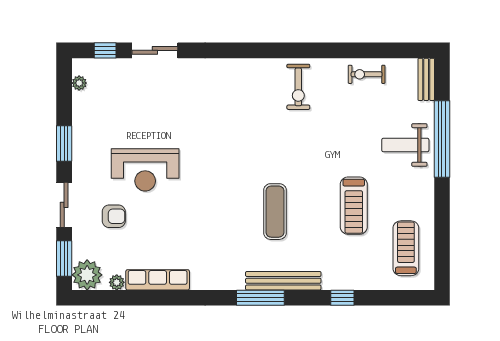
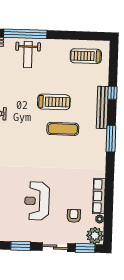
reception desk: (145, 170) -> (37, 201), turned 180
treadmill: (354, 206) -> (54, 102), moved
armchair: (114, 216) -> (74, 216), moved
bench: (283, 281) -> (102, 107), moved

